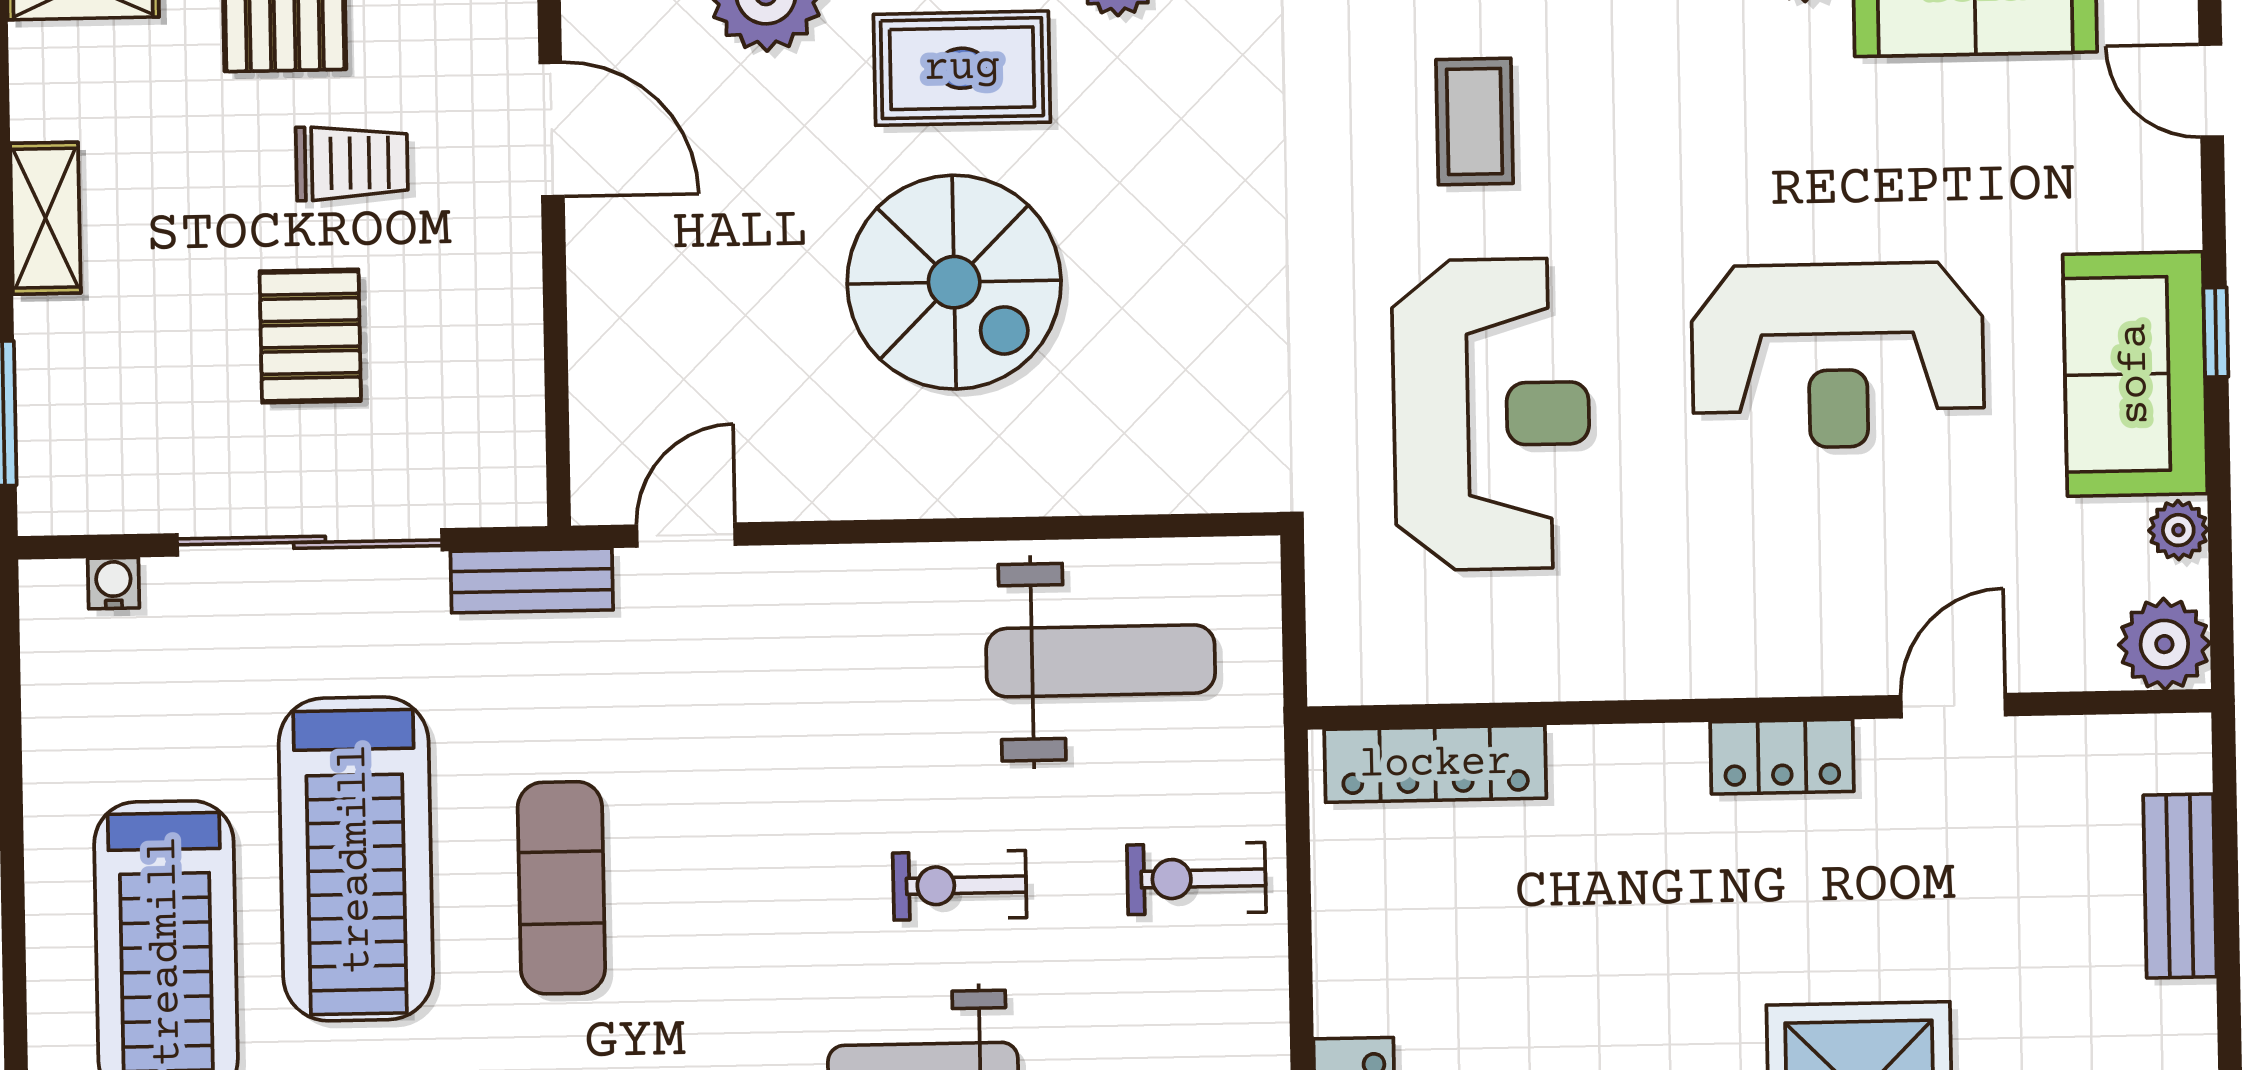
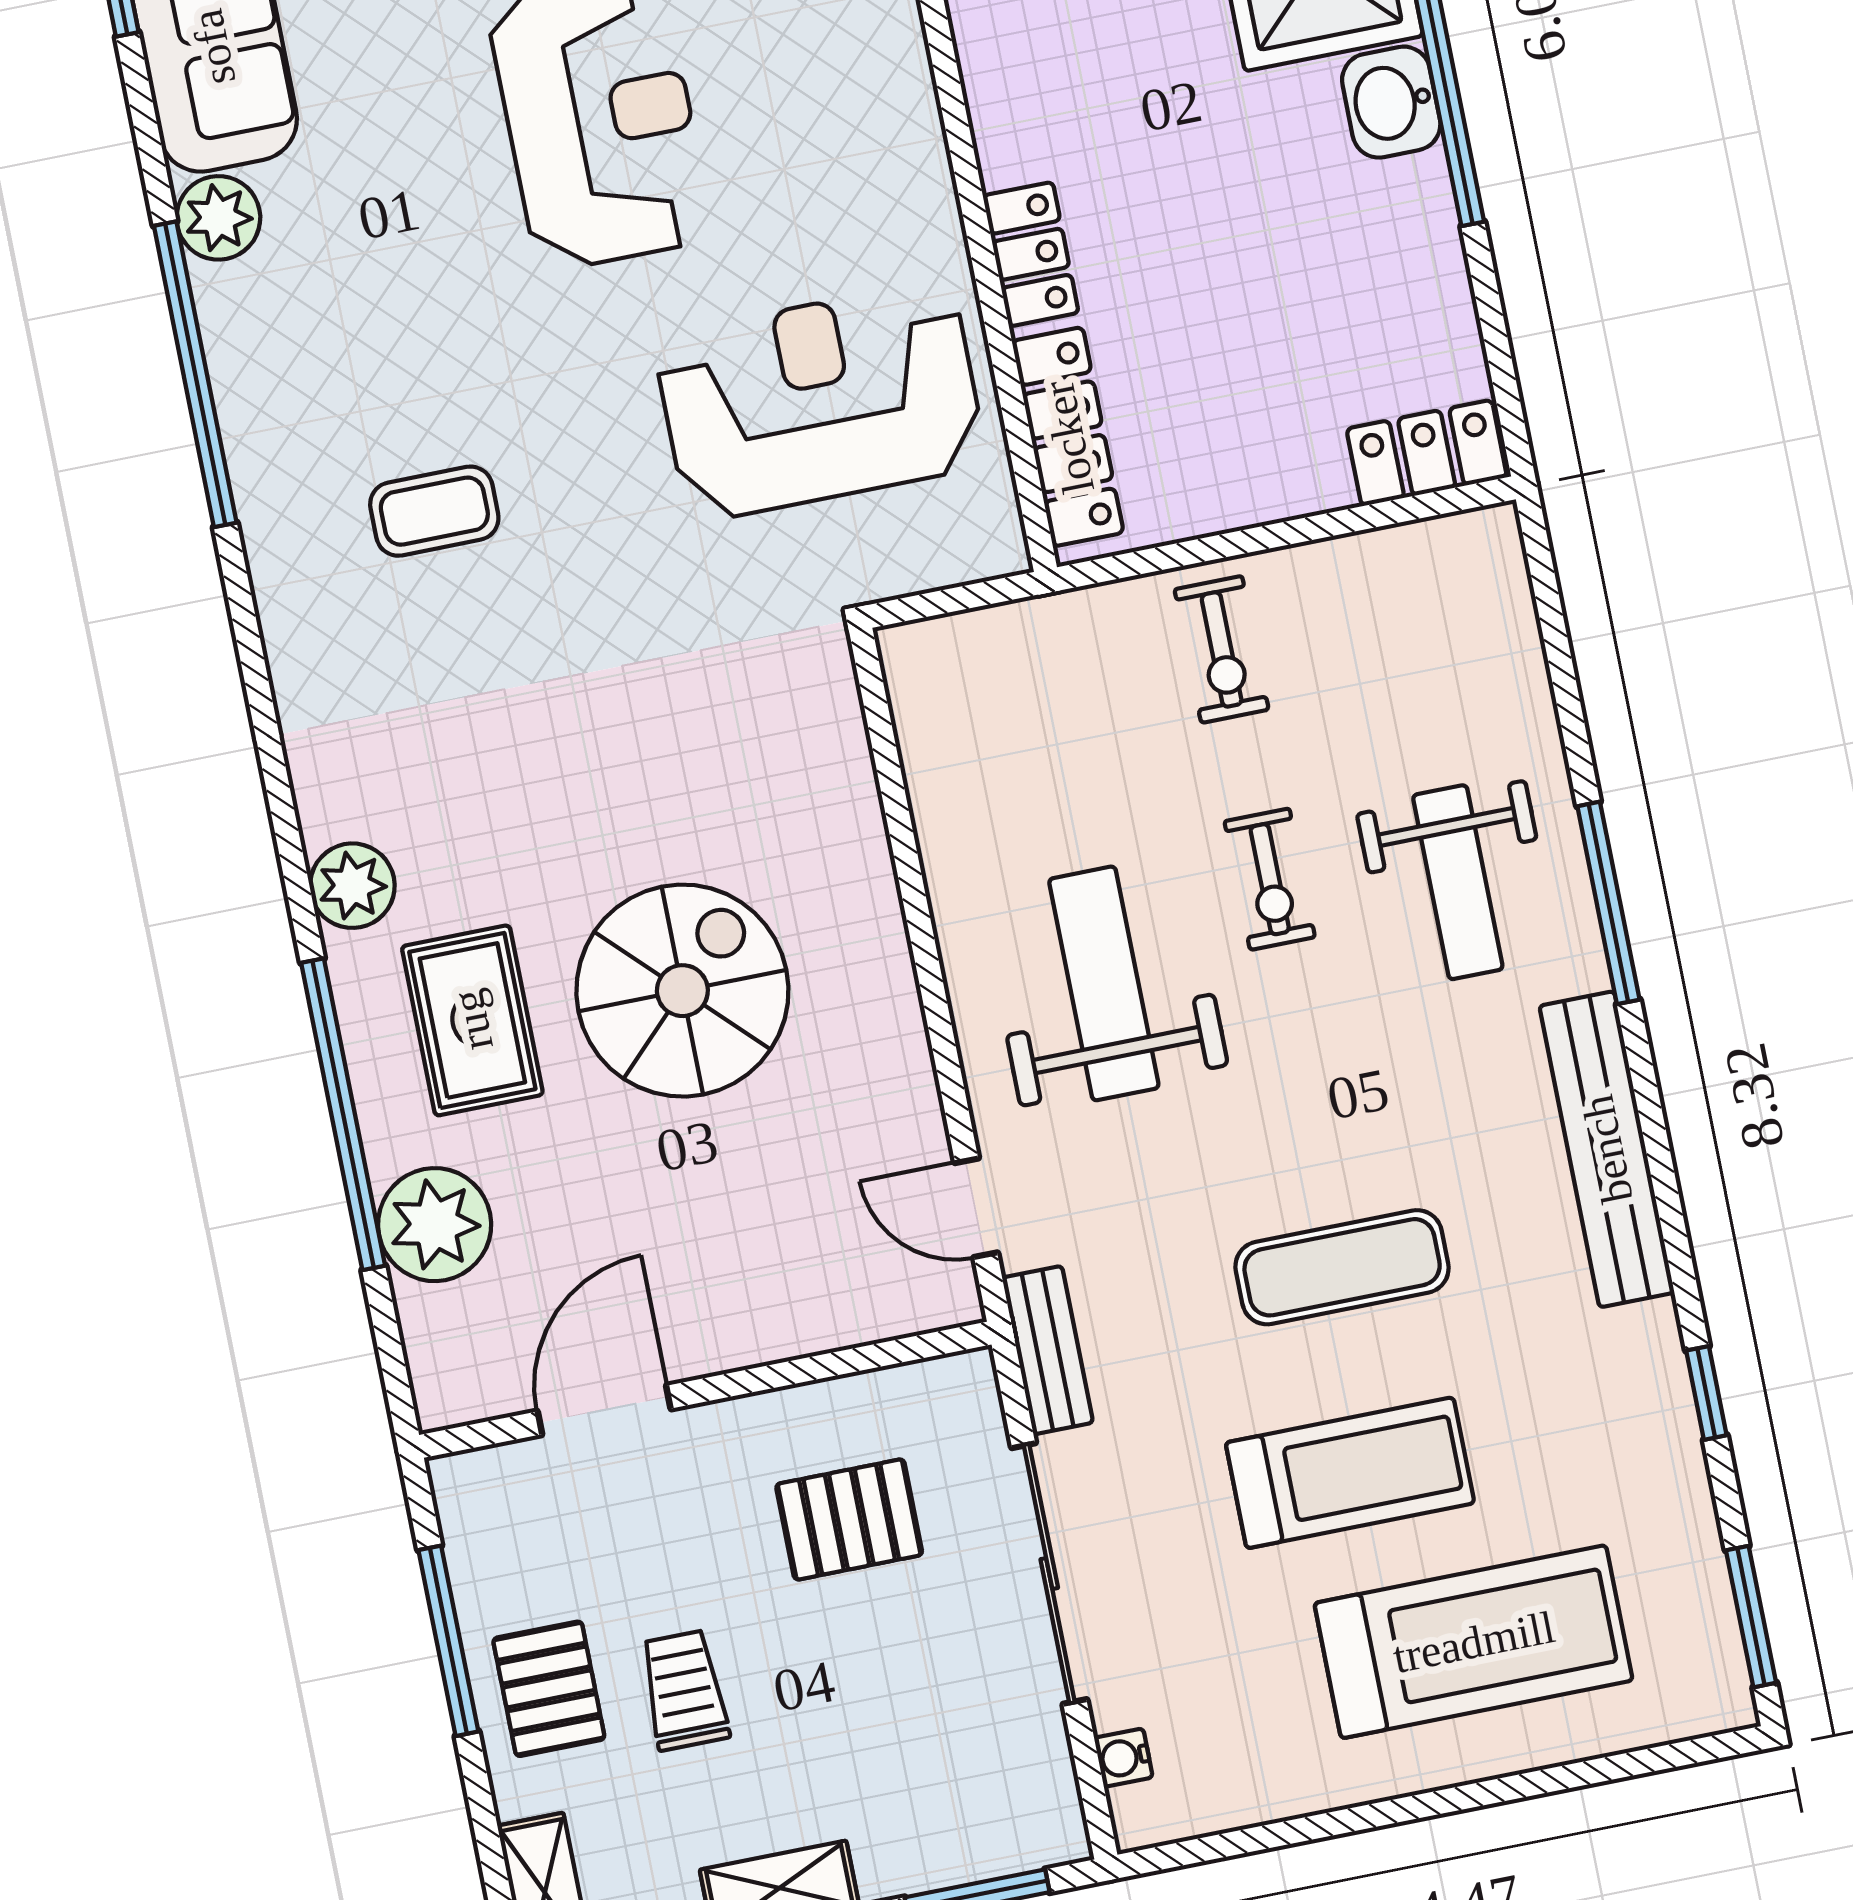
trolley: (352, 163) -> (684, 1690), moved
pallet: (310, 336) -> (849, 1520), moved
reception desk: (1491, 414) -> (820, 401), moved
weight bench: (1101, 661) -> (1104, 983), moved
locker: (1782, 757) -> (1031, 254), moved
treadmill: (356, 859) -> (1350, 1473), width x0.73, depth x0.73

